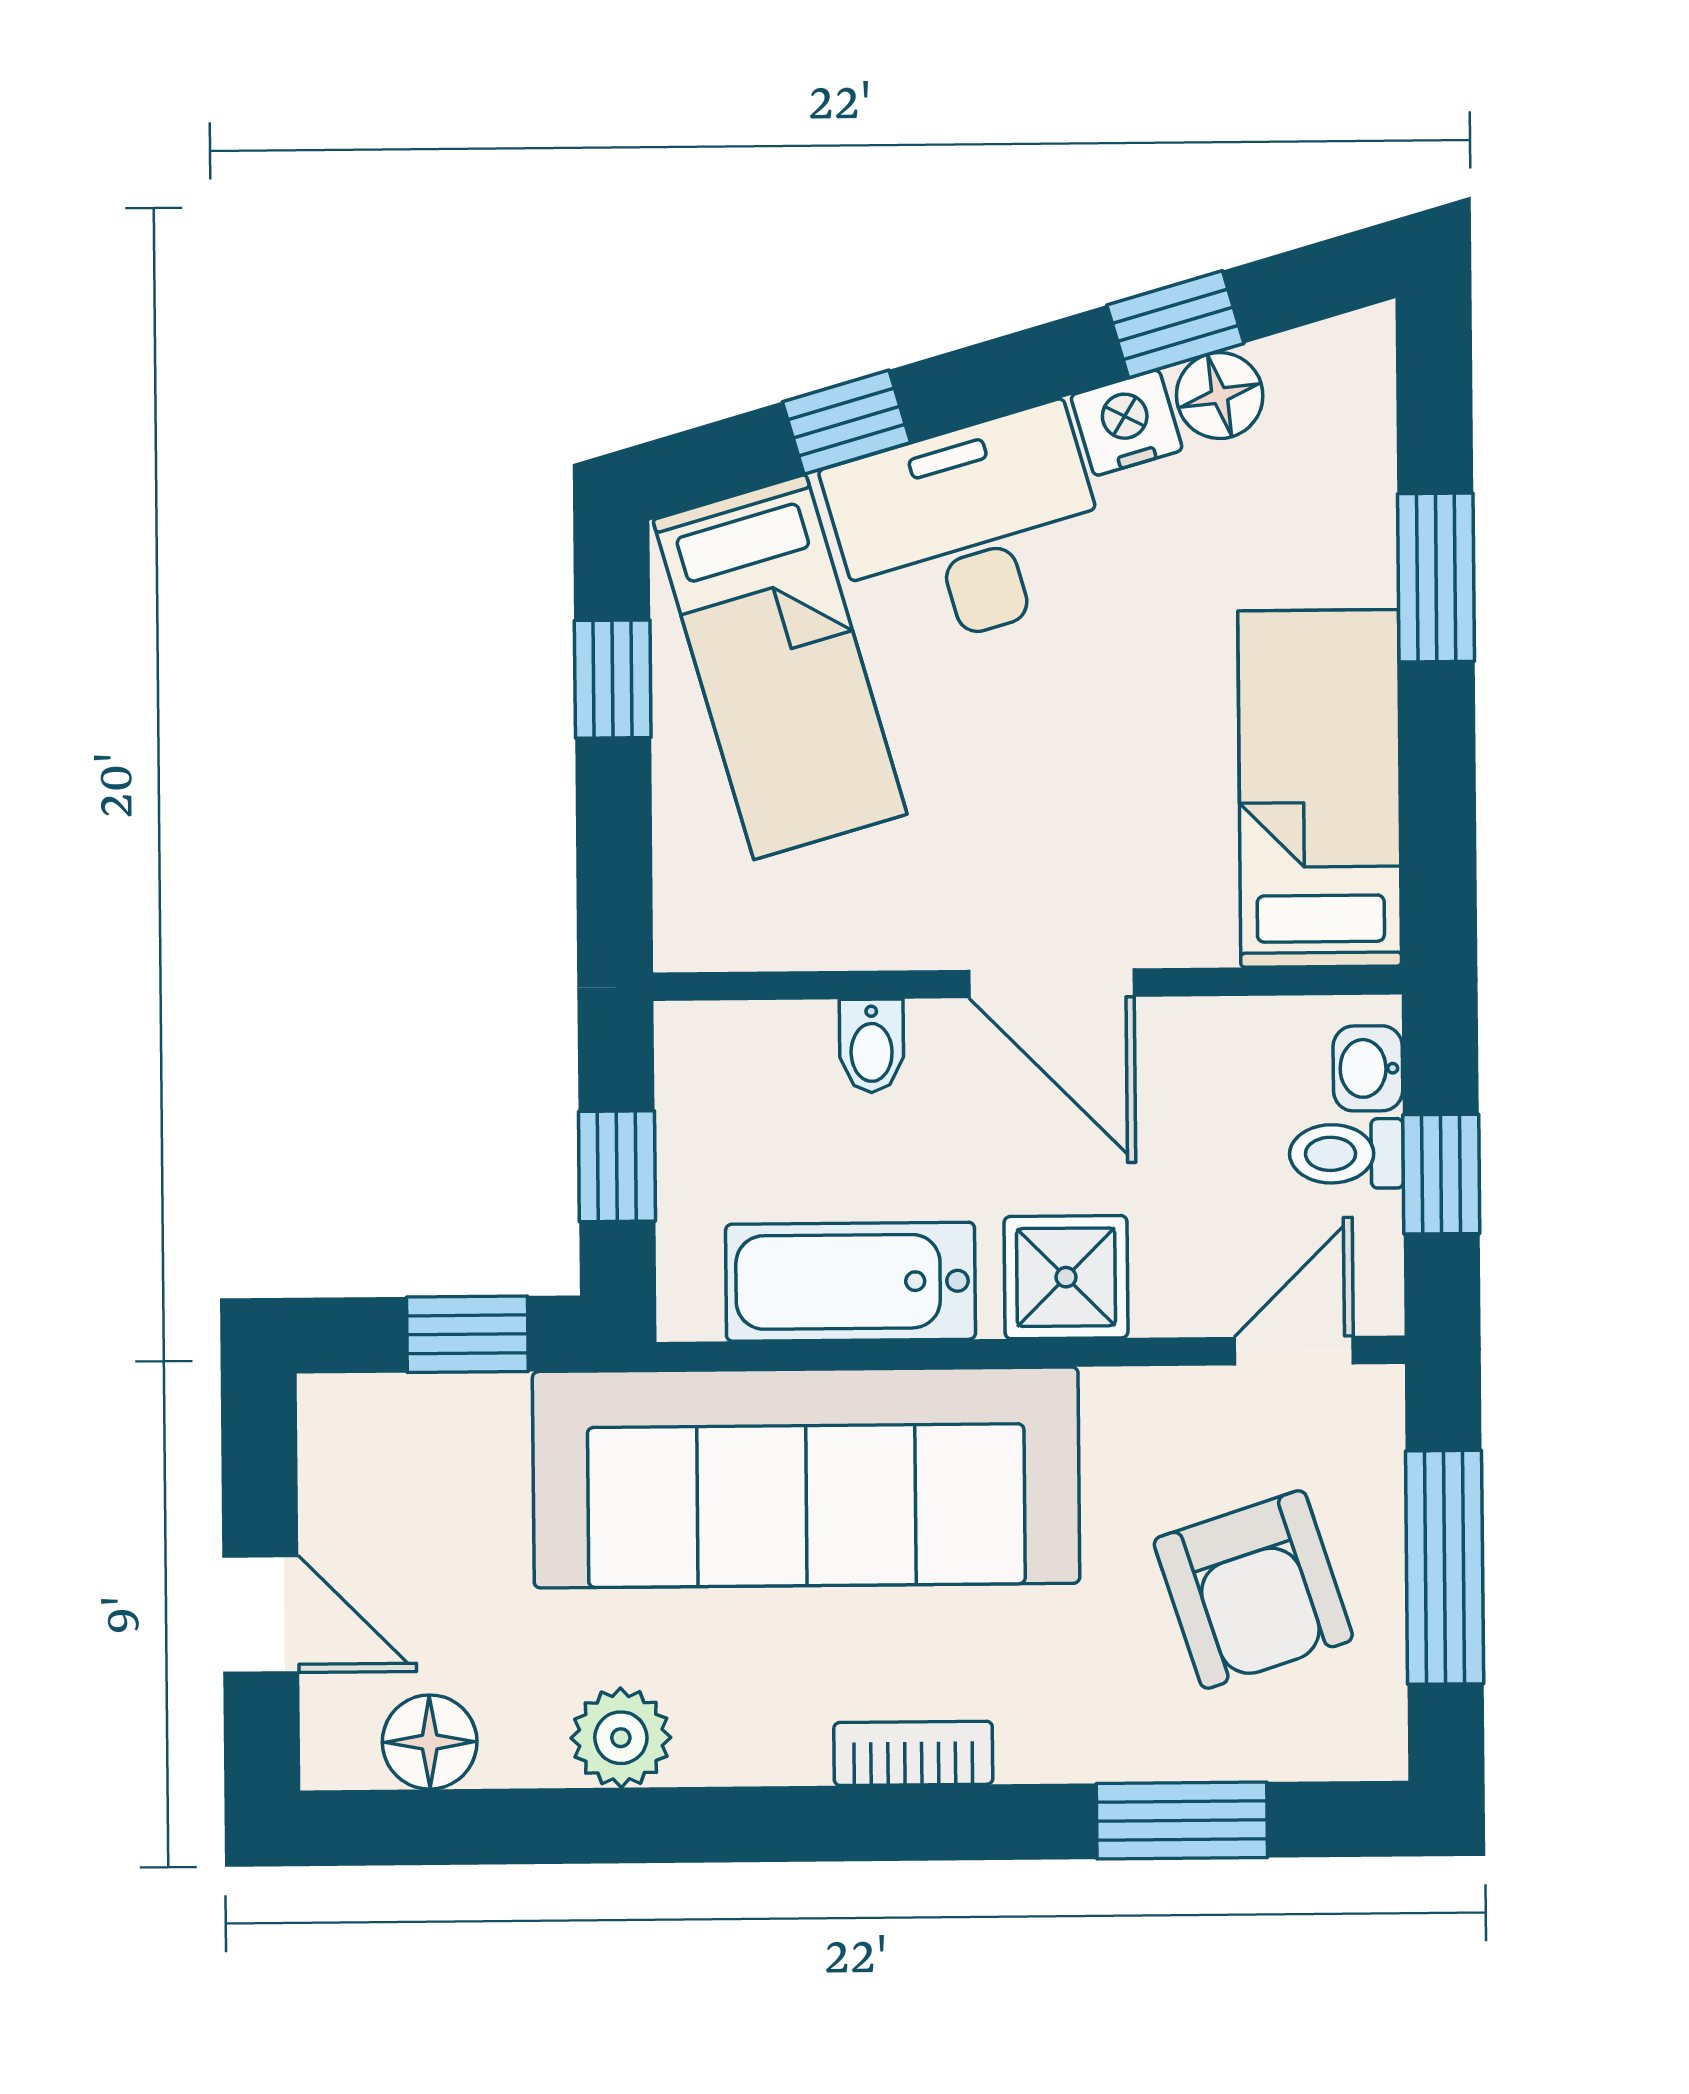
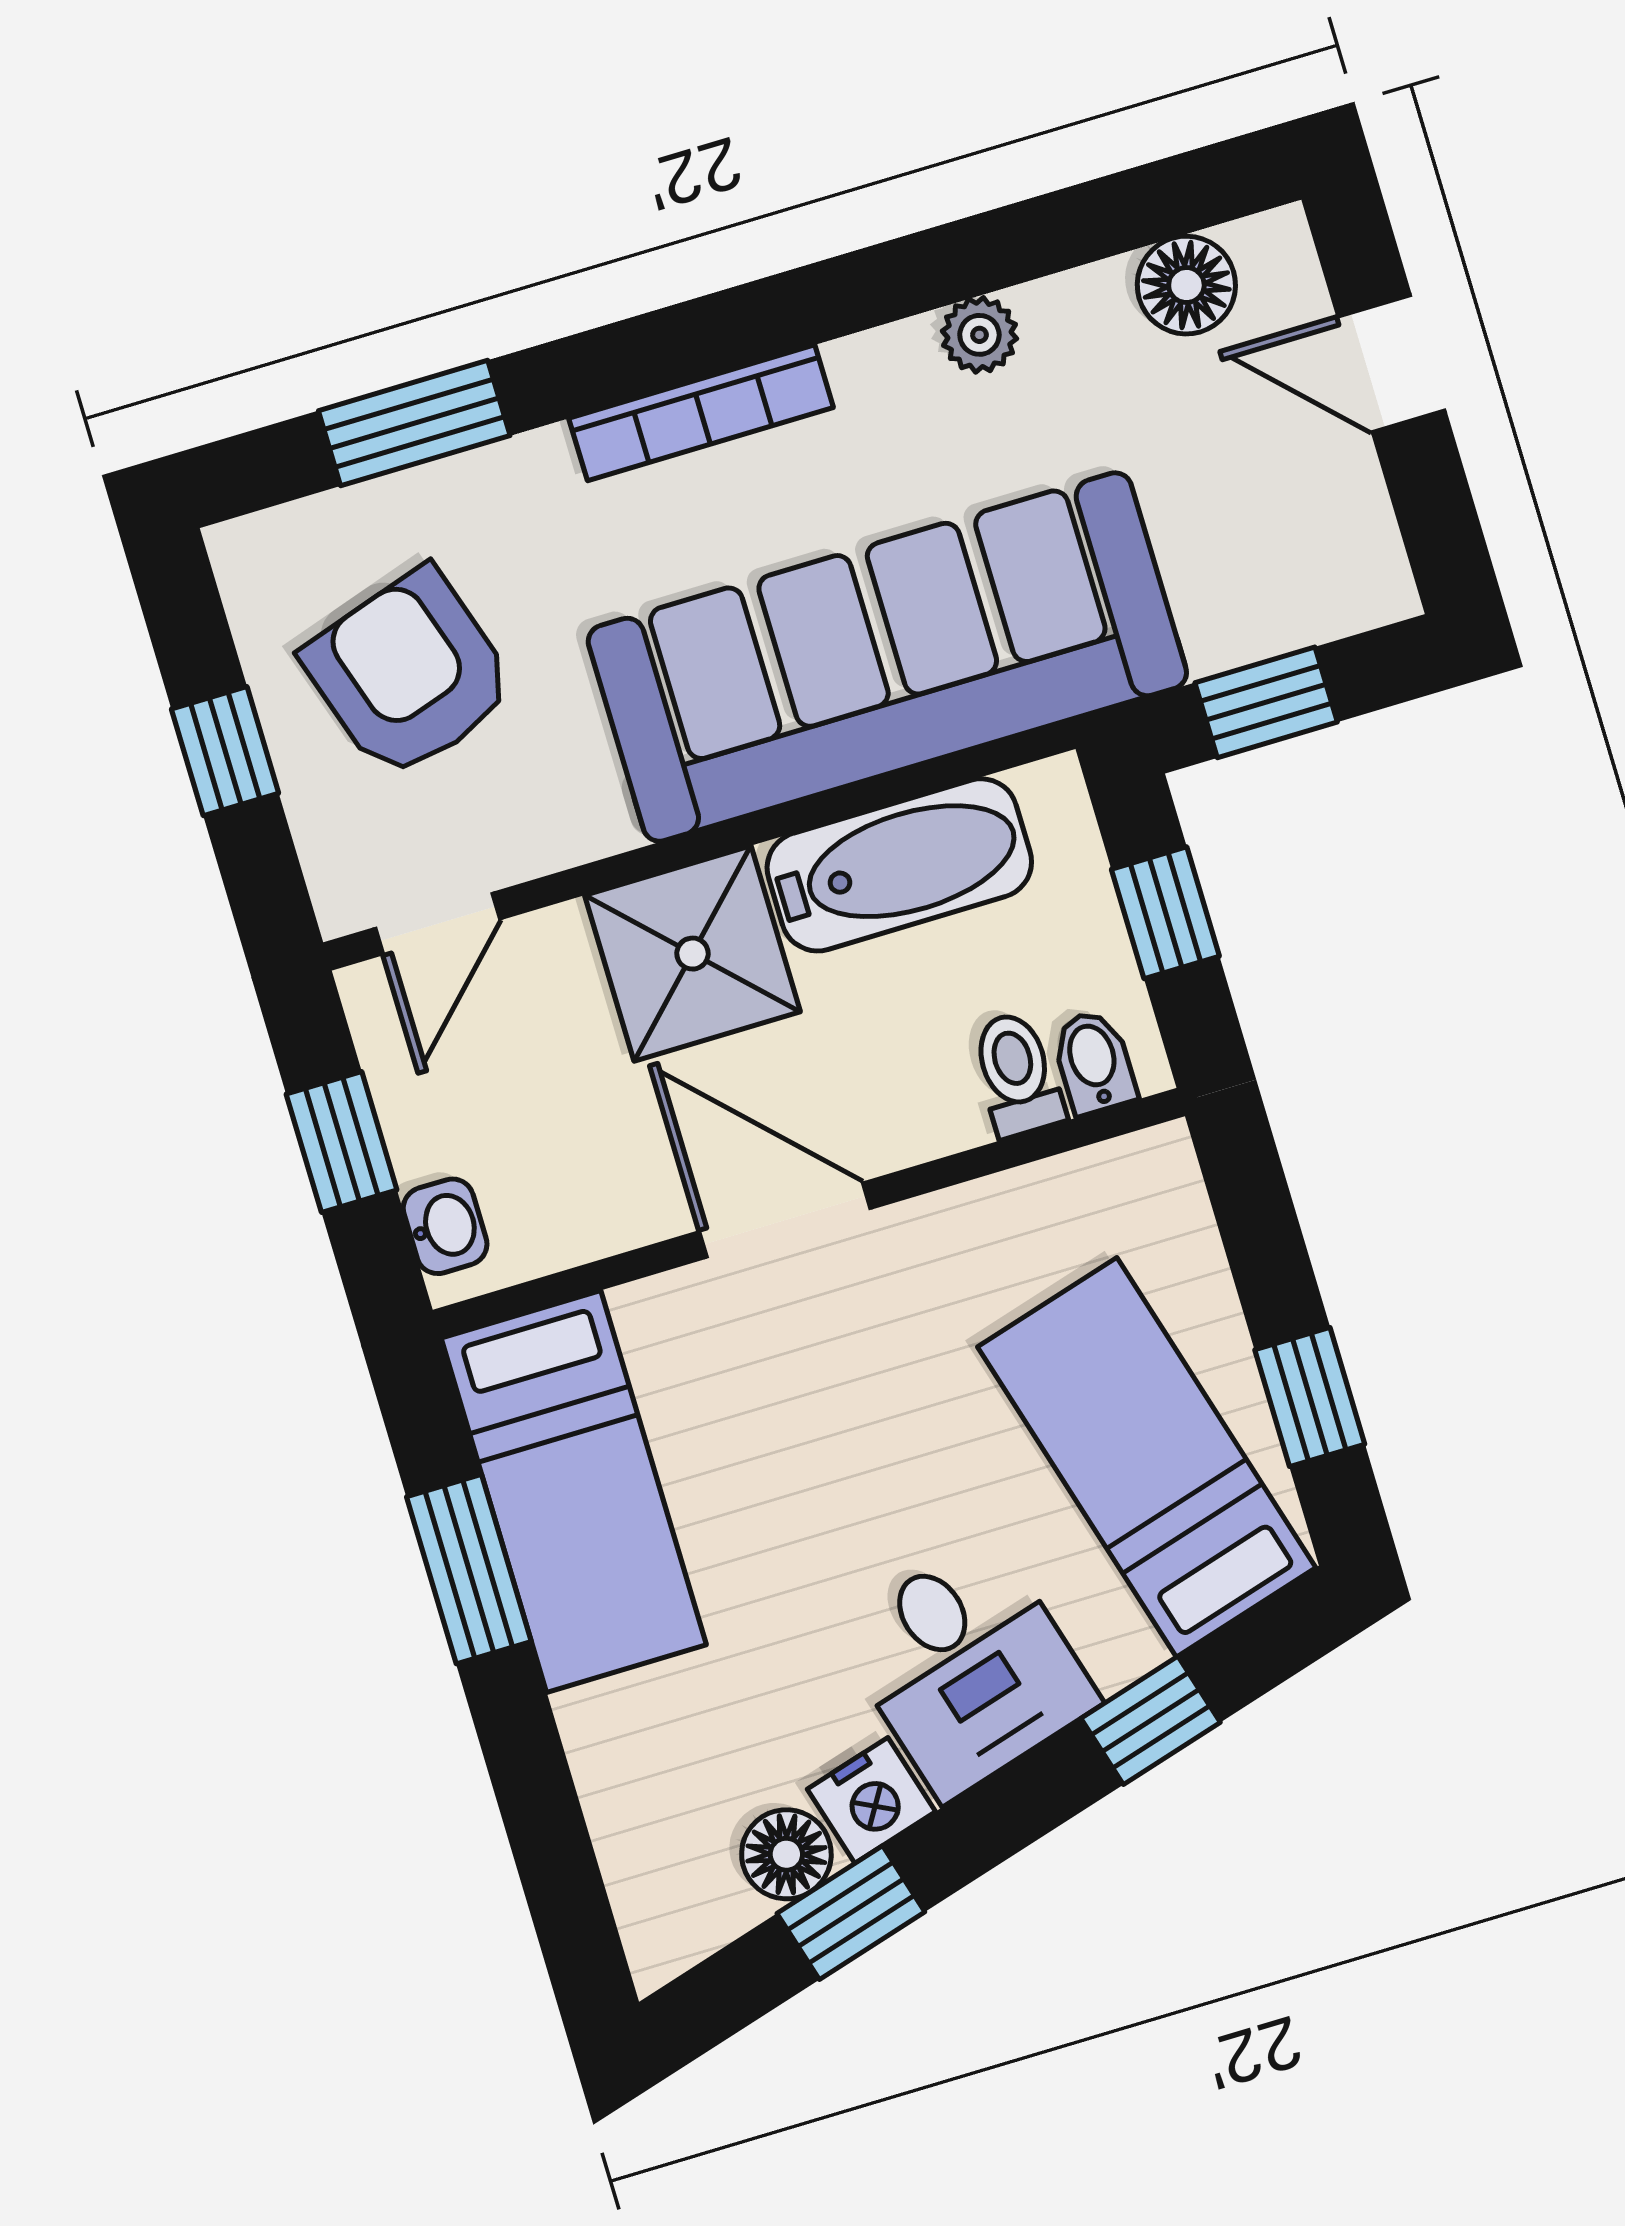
desk: (969, 530) -> (967, 1667), width x0.73
window: (1436, 578) -> (469, 1569), moved
bidet: (872, 1046) -> (1094, 1062), moved
toilet: (1346, 1154) -> (1017, 1074), moved, turned -90
shower: (1066, 1277) -> (692, 954), width x1.36, depth x1.36
window: (1445, 1567) -> (225, 751), width x0.46
plant: (621, 1738) -> (979, 335), width x0.73, depth x0.73
bookcase: (913, 1753) -> (701, 413), width x1.56

